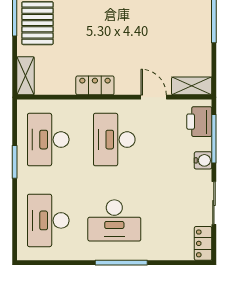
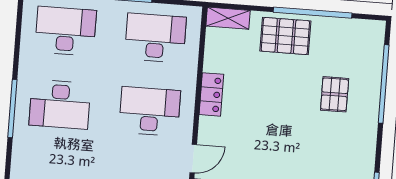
desk: (114, 220) -> (60, 104), turned -90

